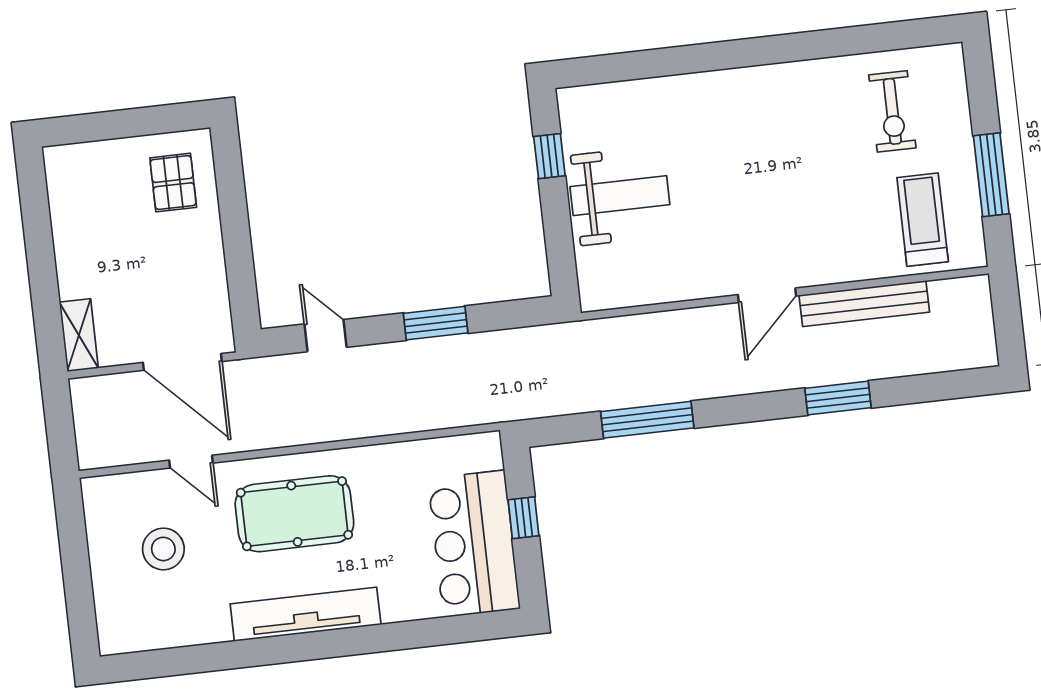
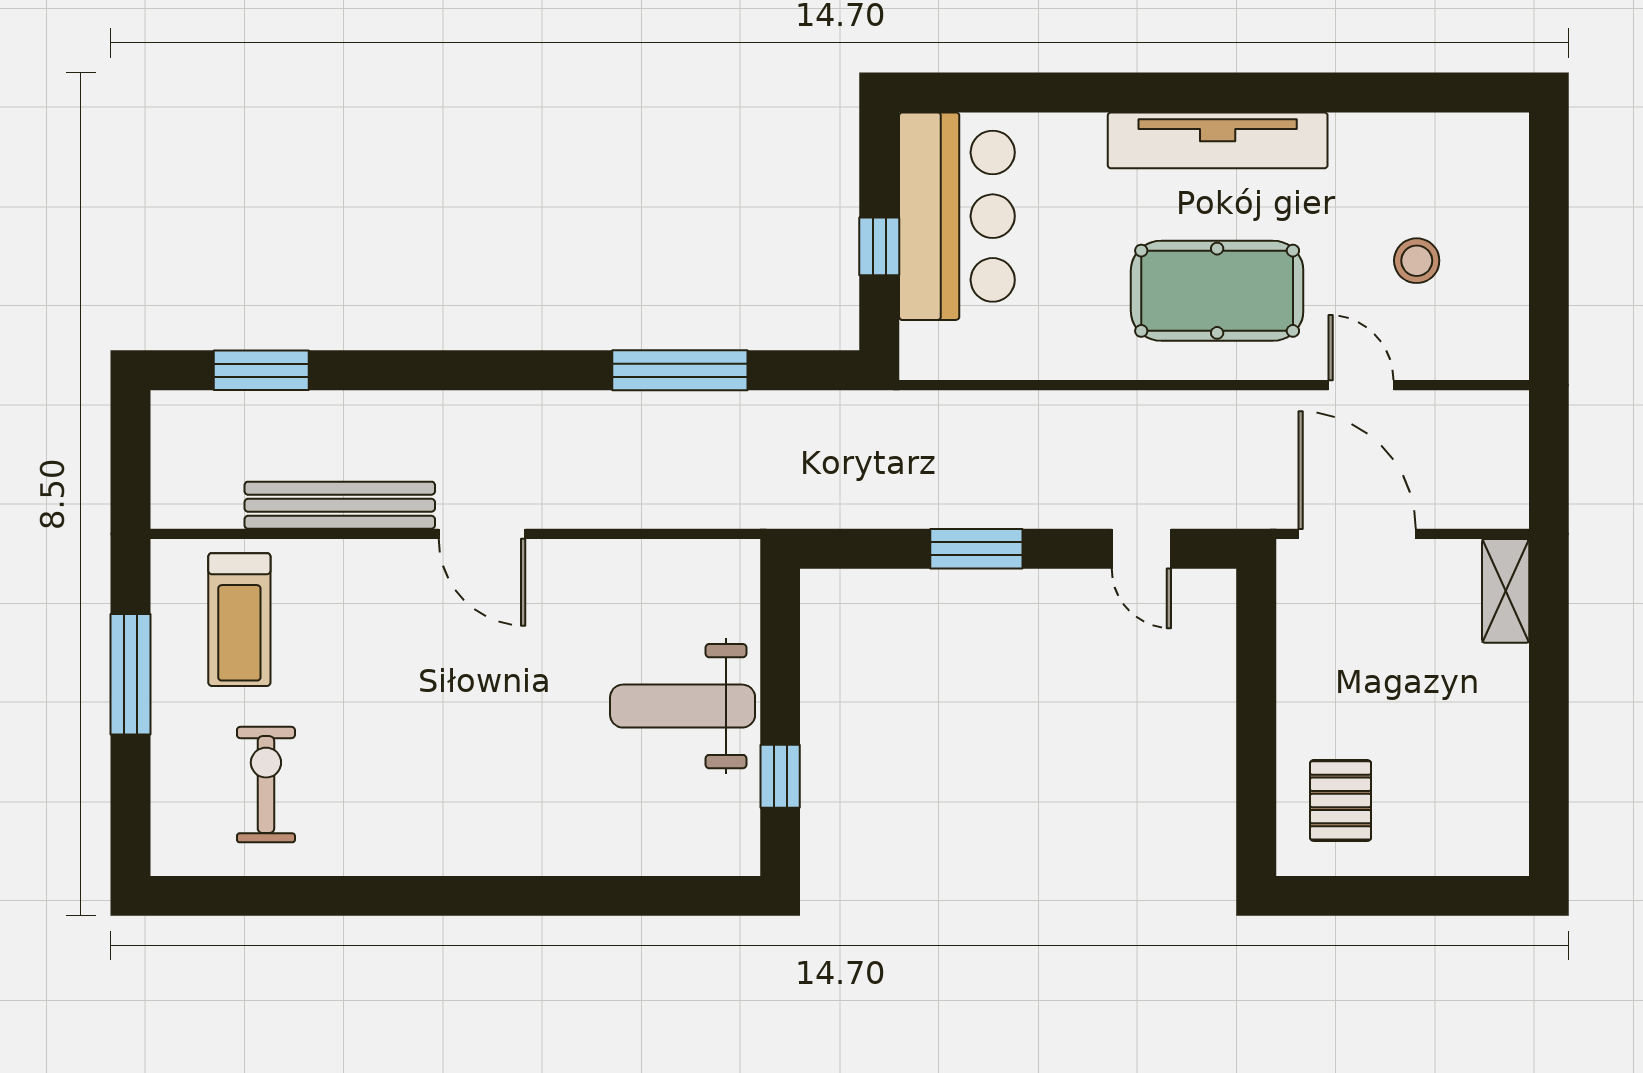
door: (767, 295) -> (482, 534), swing flipped
window: (838, 398) -> (261, 370), moved
stool: (163, 549) -> (1417, 261), width x0.73, depth x0.73

